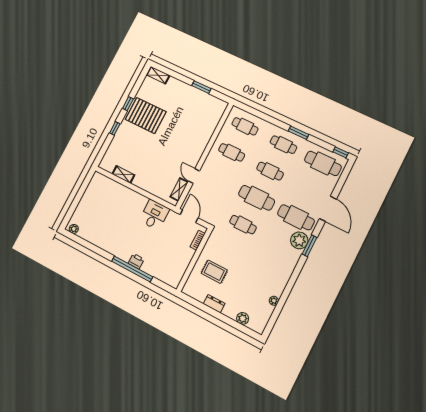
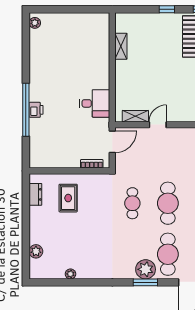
dresser: (214, 304) -> (35, 194), moved

